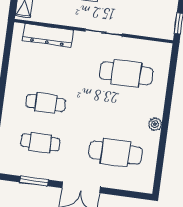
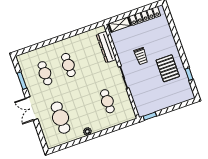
cafe table: (126, 73) -> (107, 101), width x0.73, depth x0.74

